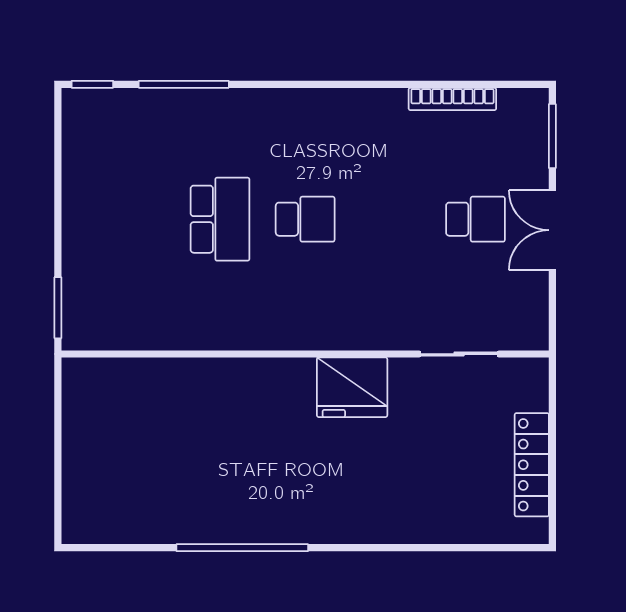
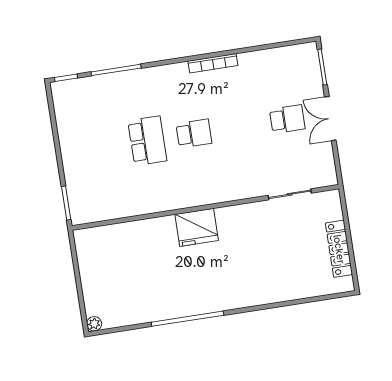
bookcase: (452, 99) -> (213, 63), moved
fridge: (352, 387) -> (197, 227), moved
plant: (75, 531) -> (94, 324), added

